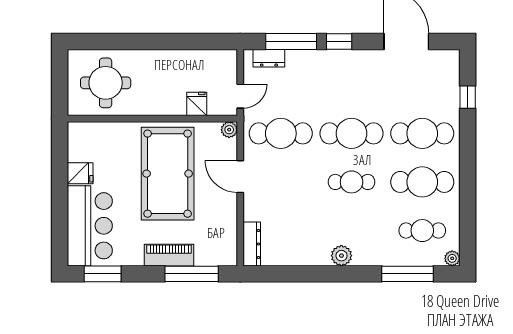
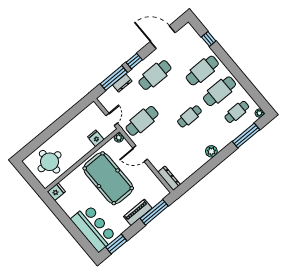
dresser: (269, 58) -> (122, 83), moved
cafe table: (352, 133) -> (155, 75), moved
fridge: (80, 173) -> (56, 192), moved

